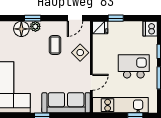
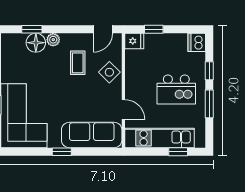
window: (33, 18) -> (32, 29), moved
kitchen island: (134, 66) -> (176, 90), turned 180
door: (91, 82) -> (123, 109), hinge flipped

